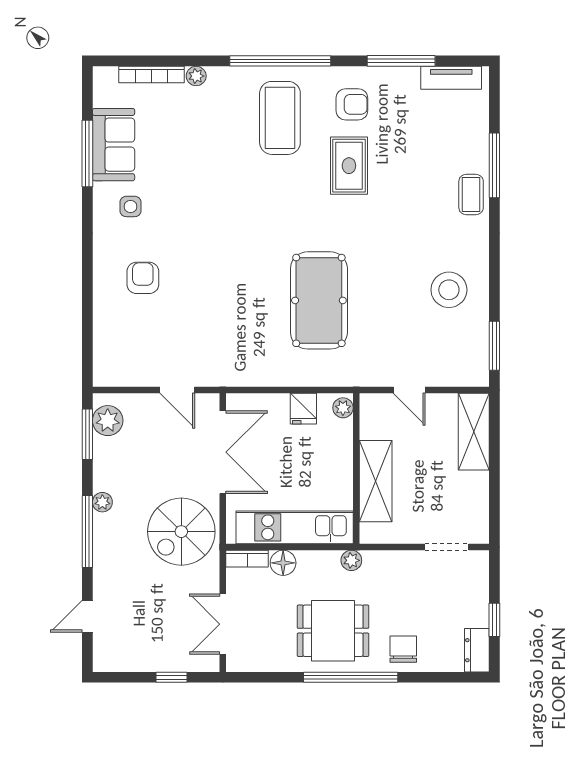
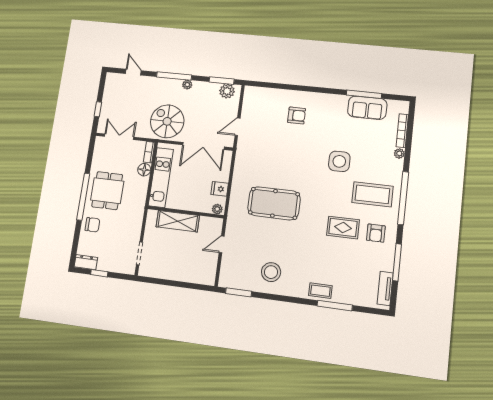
side table: (131, 206) -> (339, 161), moved, width x1.87, depth x1.87
shelving: (474, 432) -> (196, 275), removed
plant: (351, 560) -> (140, 204), removed

